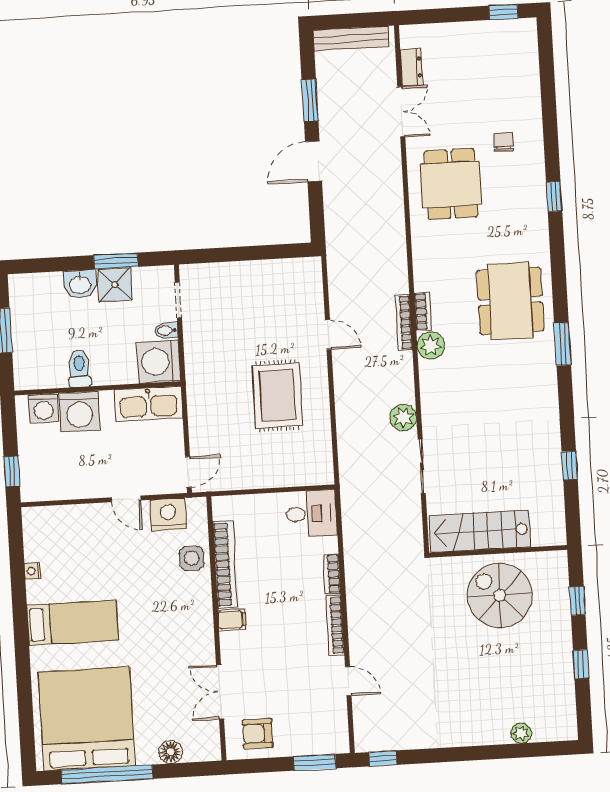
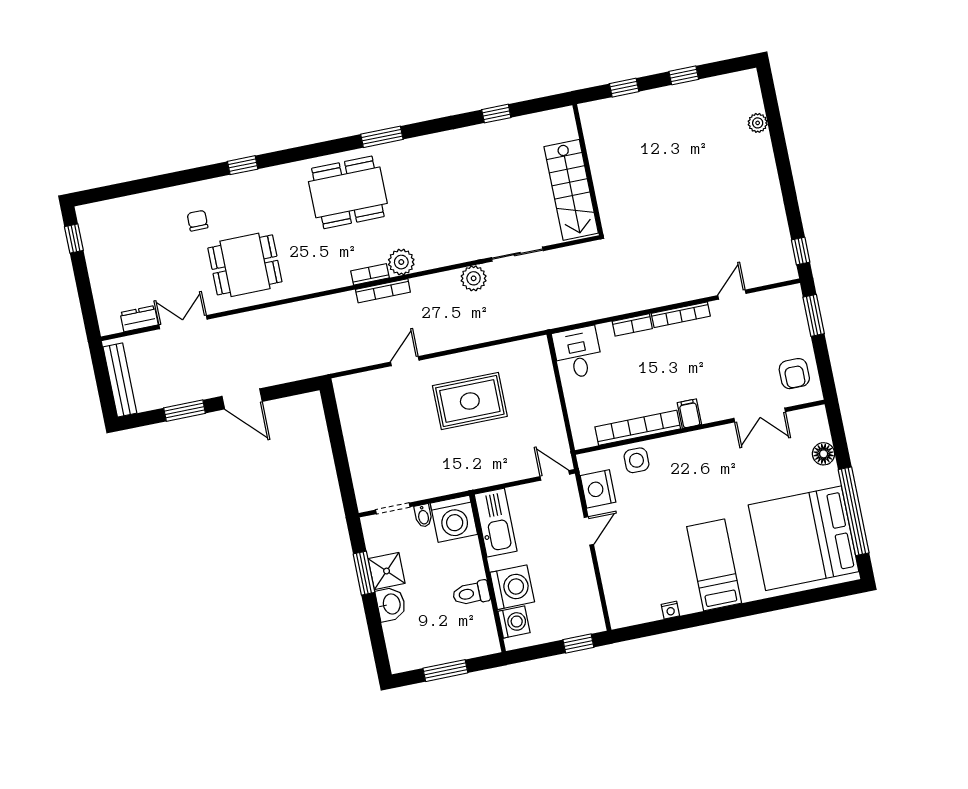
chair: (504, 142) -> (198, 221), turned 90
spiral stairs: (500, 595) -> (630, 162), removed

